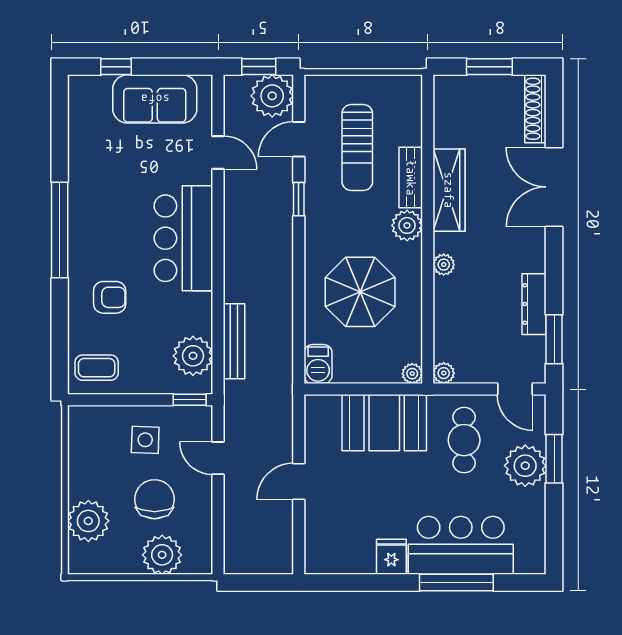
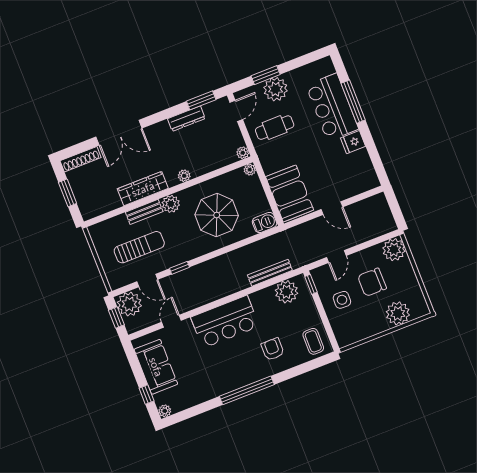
plant: (78, 85) -> (165, 411), added
booth: (384, 423) -> (290, 193), moved
plant: (162, 555) -> (394, 250), moved

